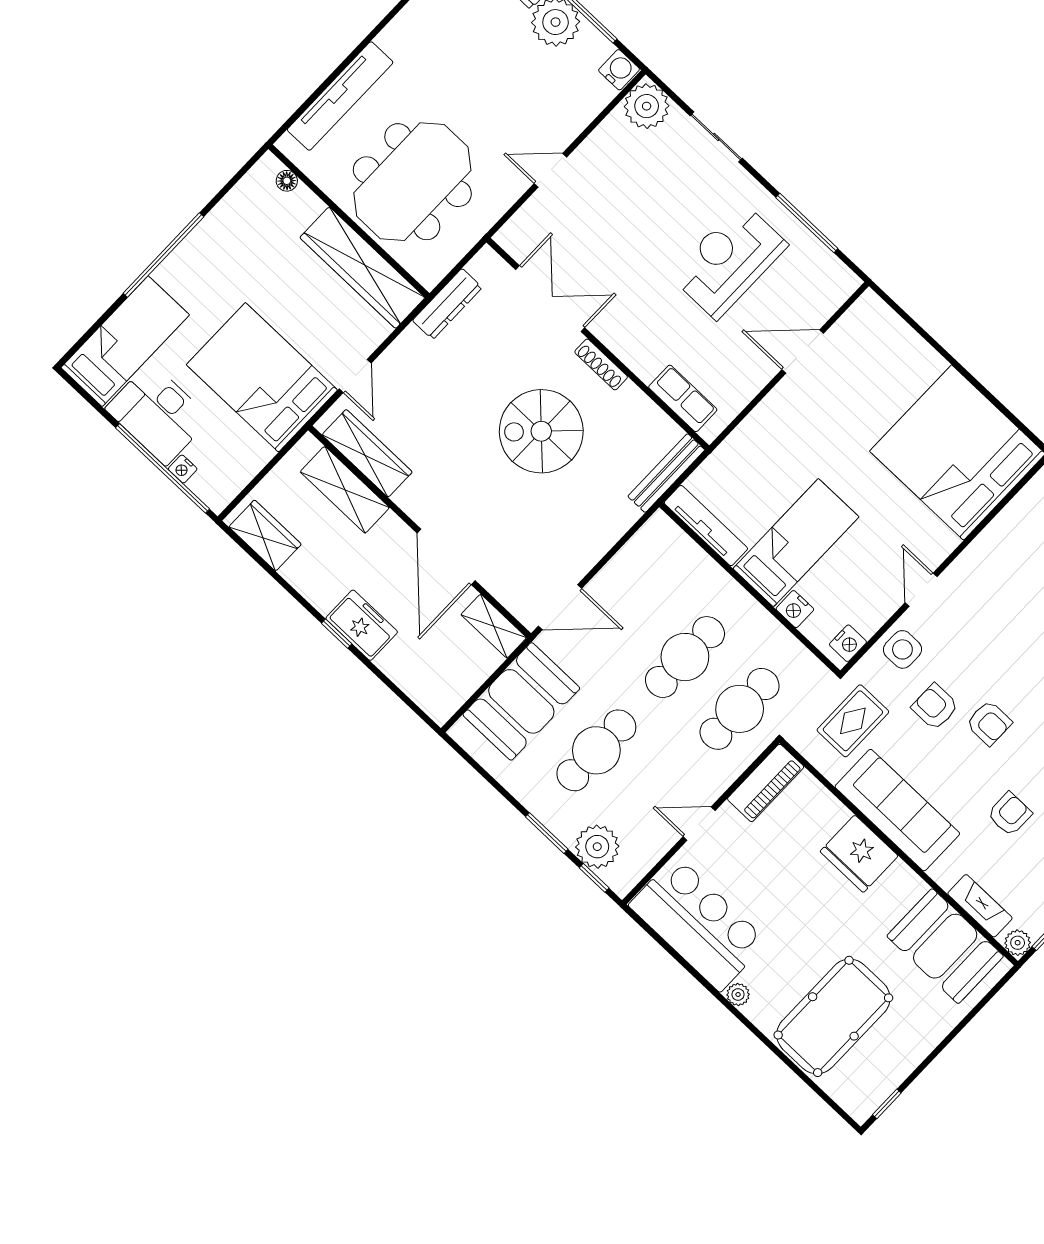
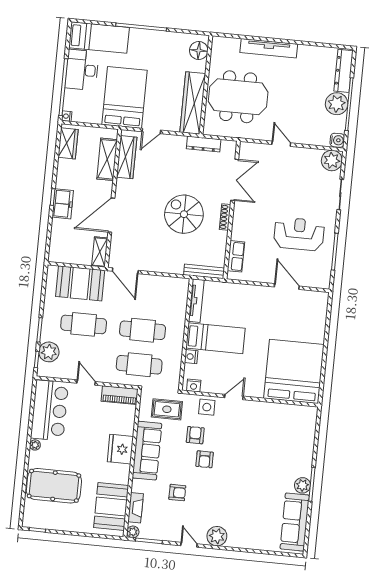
tv unit: (340, 96) -> (269, 48), moved
floor lamp: (287, 181) -> (199, 50), width x1.89, depth x1.89
nightstand: (183, 469) -> (67, 116), moved

